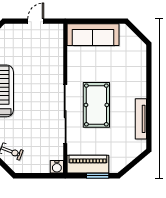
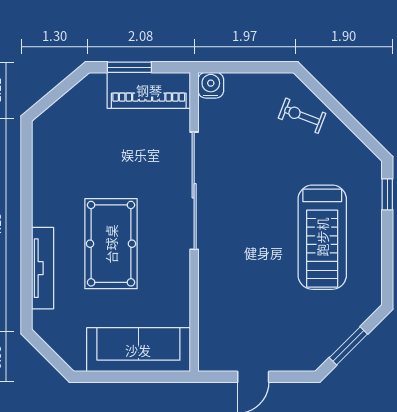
pool table: (96, 105) -> (111, 244), moved
tv unit: (141, 119) -> (43, 268), moved

